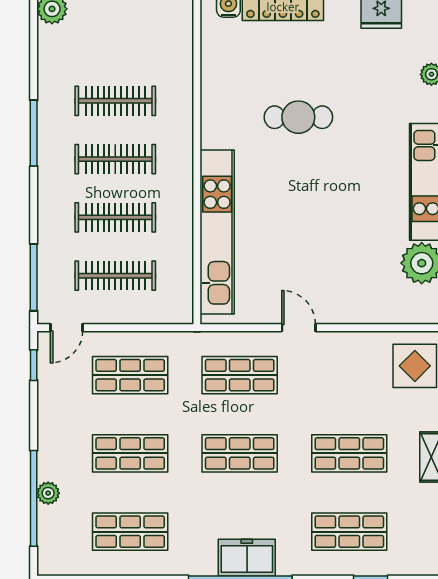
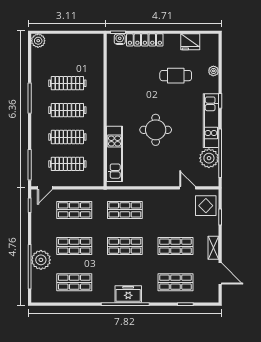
cafe table: (298, 117) -> (176, 76), moved
round table: (306, 202) -> (156, 130), added
kitchen unit: (217, 232) -> (114, 154), width x0.73
door: (299, 328) -> (187, 188), moved
plant: (48, 493) -> (41, 260), width x1.87, depth x1.87

